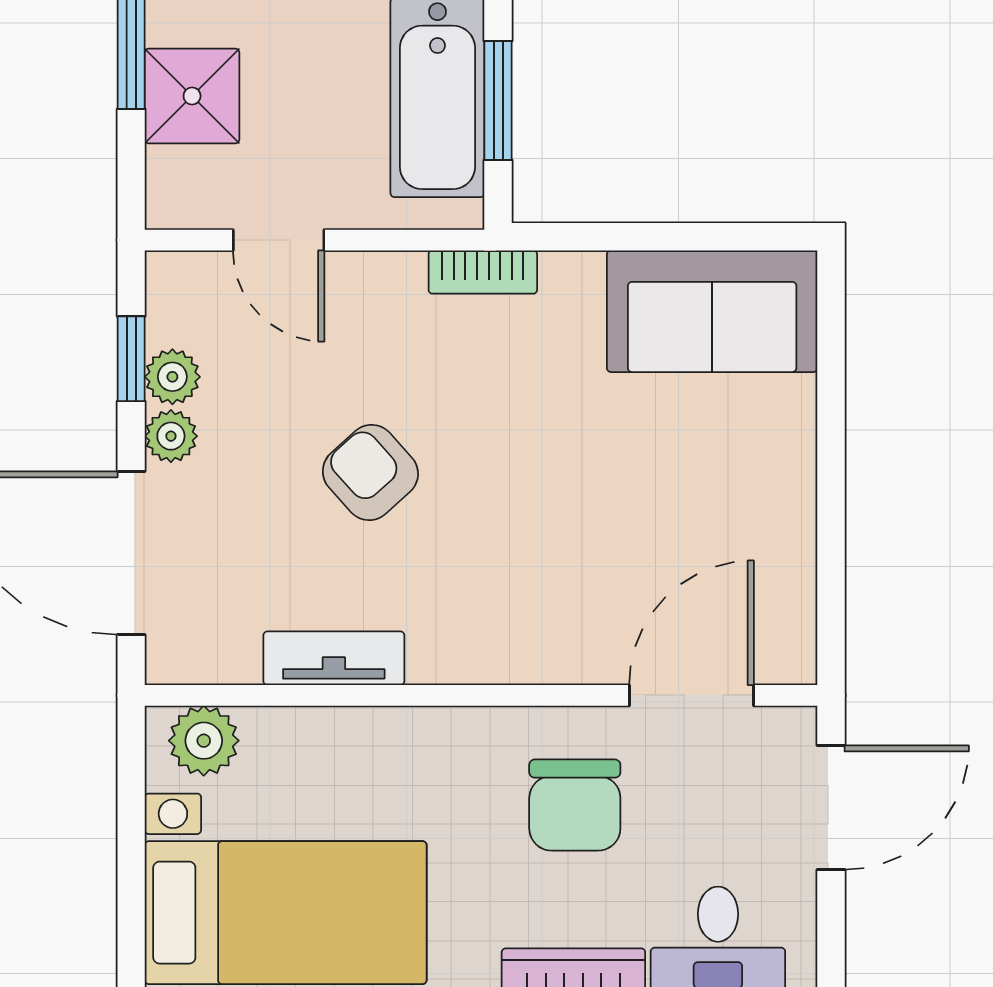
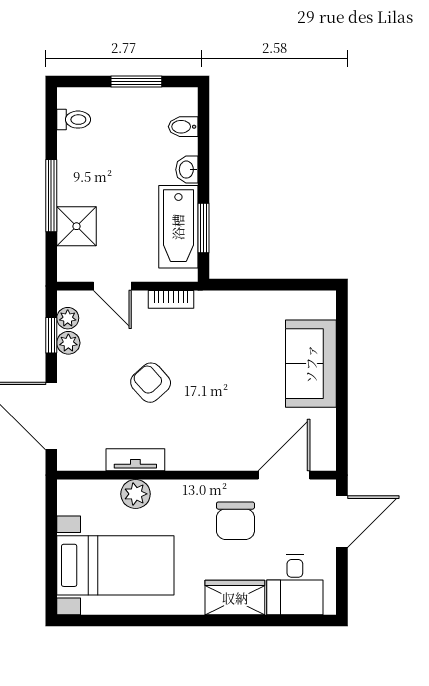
bookcase: (483, 272) -> (171, 299), moved
sofa: (712, 311) -> (311, 364), moved, turned 90
plant: (171, 436) -> (68, 318), moved
plant: (204, 741) -> (136, 494), moved

